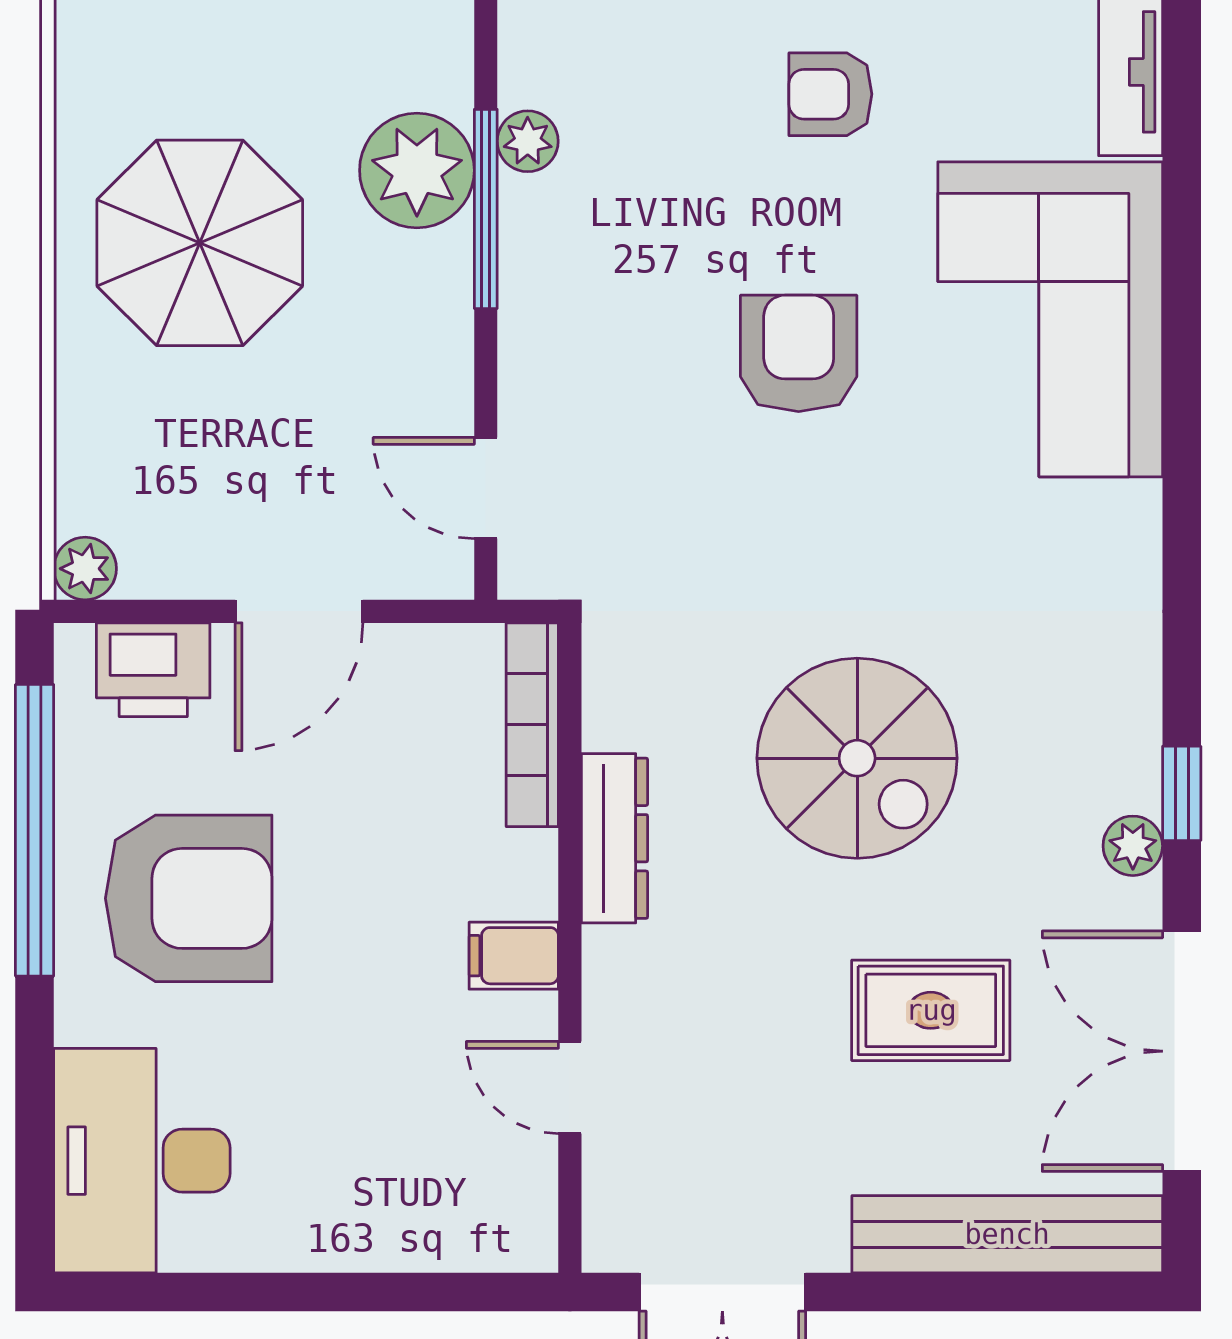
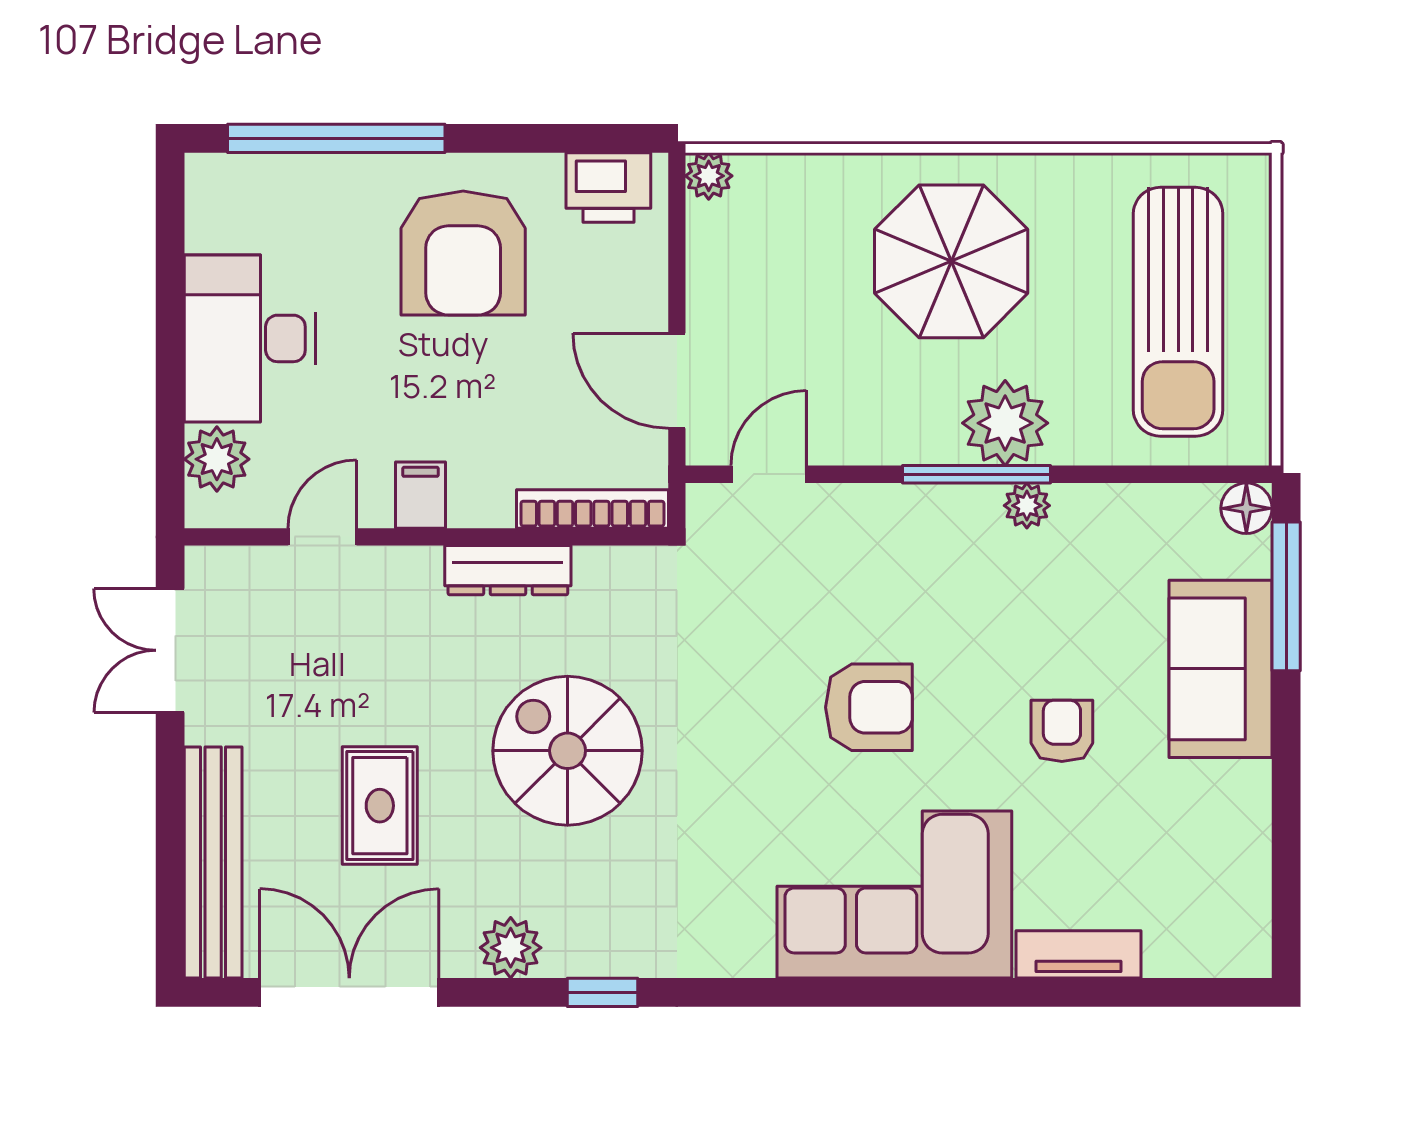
door: (299, 611) -> (677, 381), moved
printer: (153, 670) -> (608, 188), moved, turned -90
spiral stairs: (857, 758) -> (568, 751), turned 90
window: (1182, 793) -> (603, 992), moved
window: (35, 830) -> (336, 138), moved
plant: (1133, 846) -> (511, 948), width x1.38, depth x1.38
desk: (142, 1161) -> (250, 338), moved, turned -90
plant: (465, 1229) -> (217, 459), added

